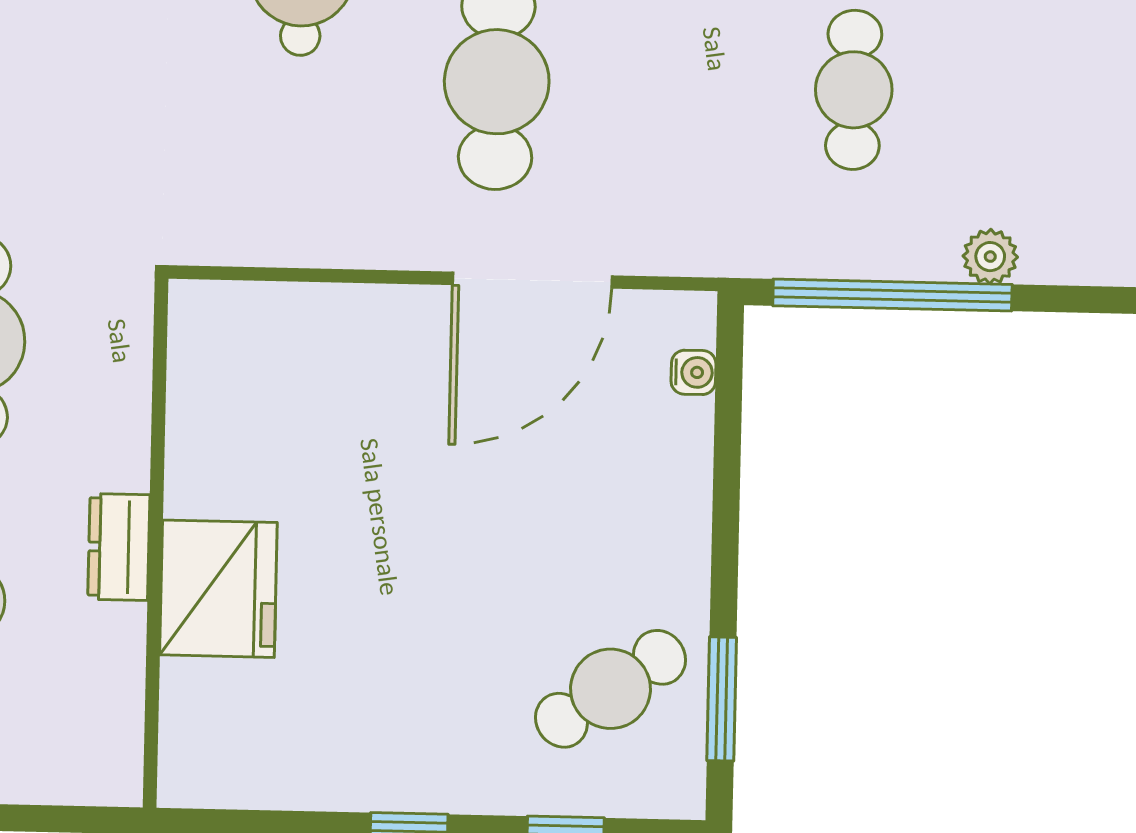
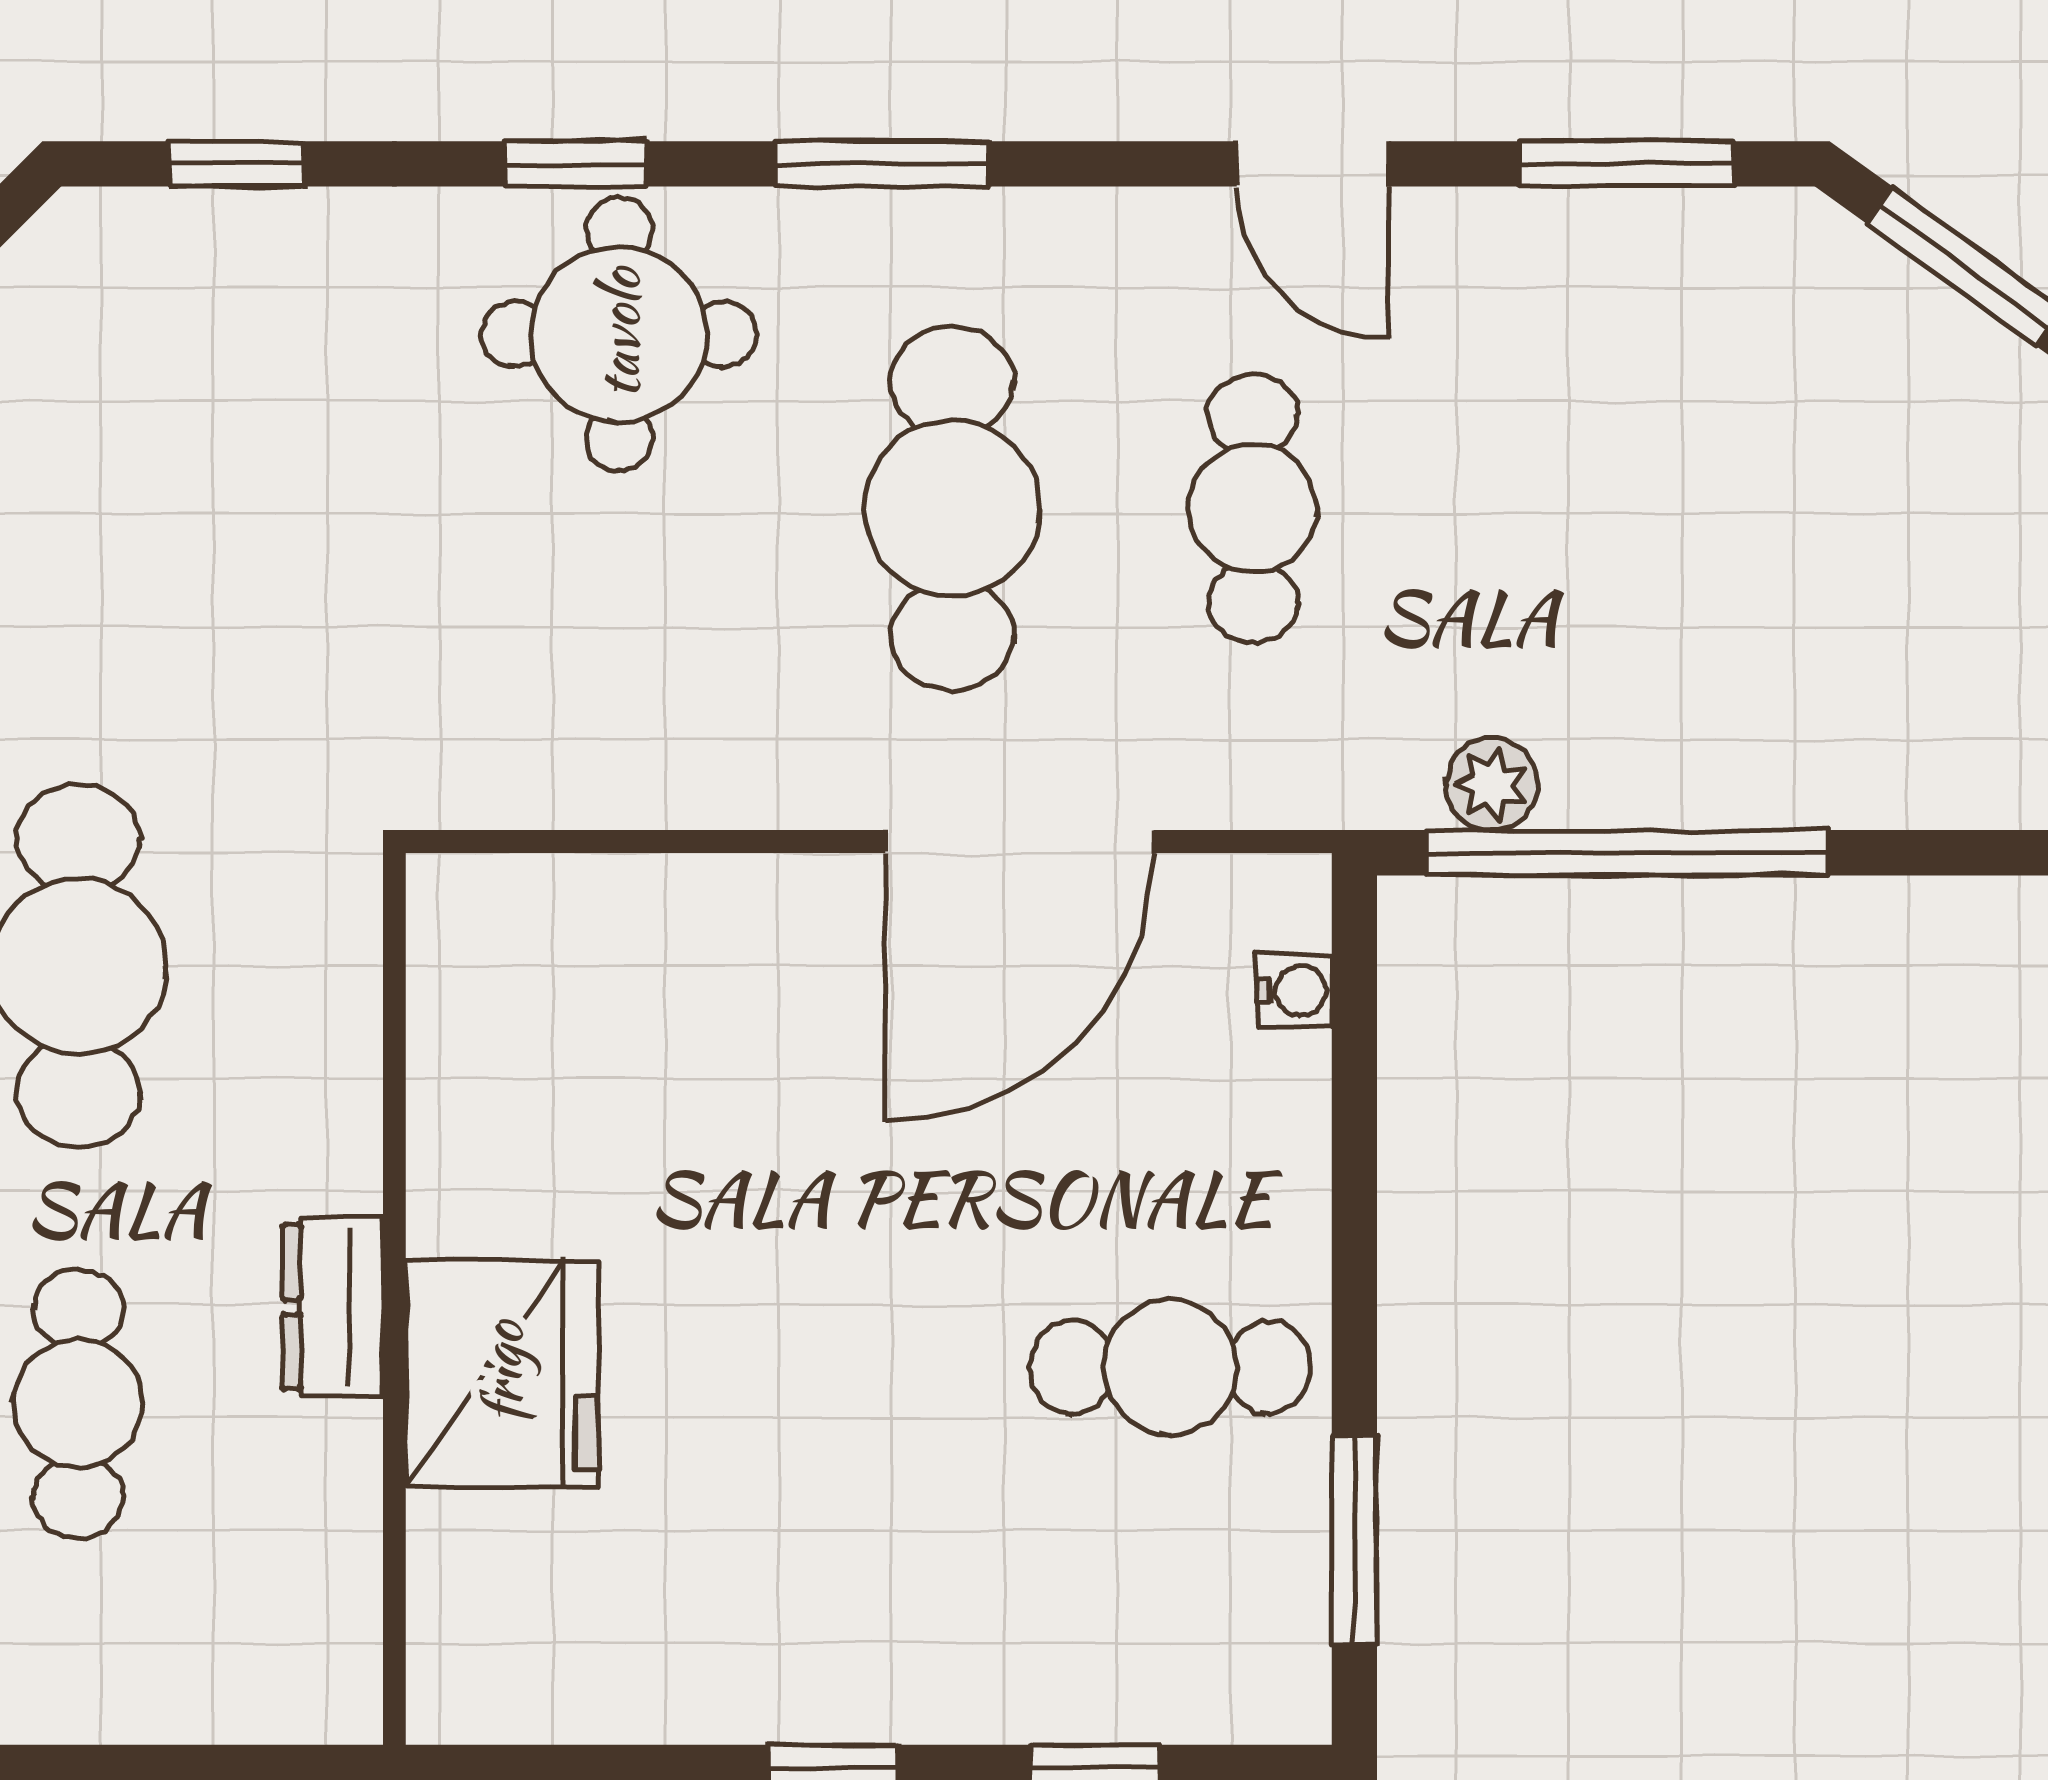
cafe table: (854, 90) -> (1253, 508), moved
plant: (990, 257) -> (1492, 784), moved
cafe table: (610, 689) -> (1170, 1367), moved, turned 34

